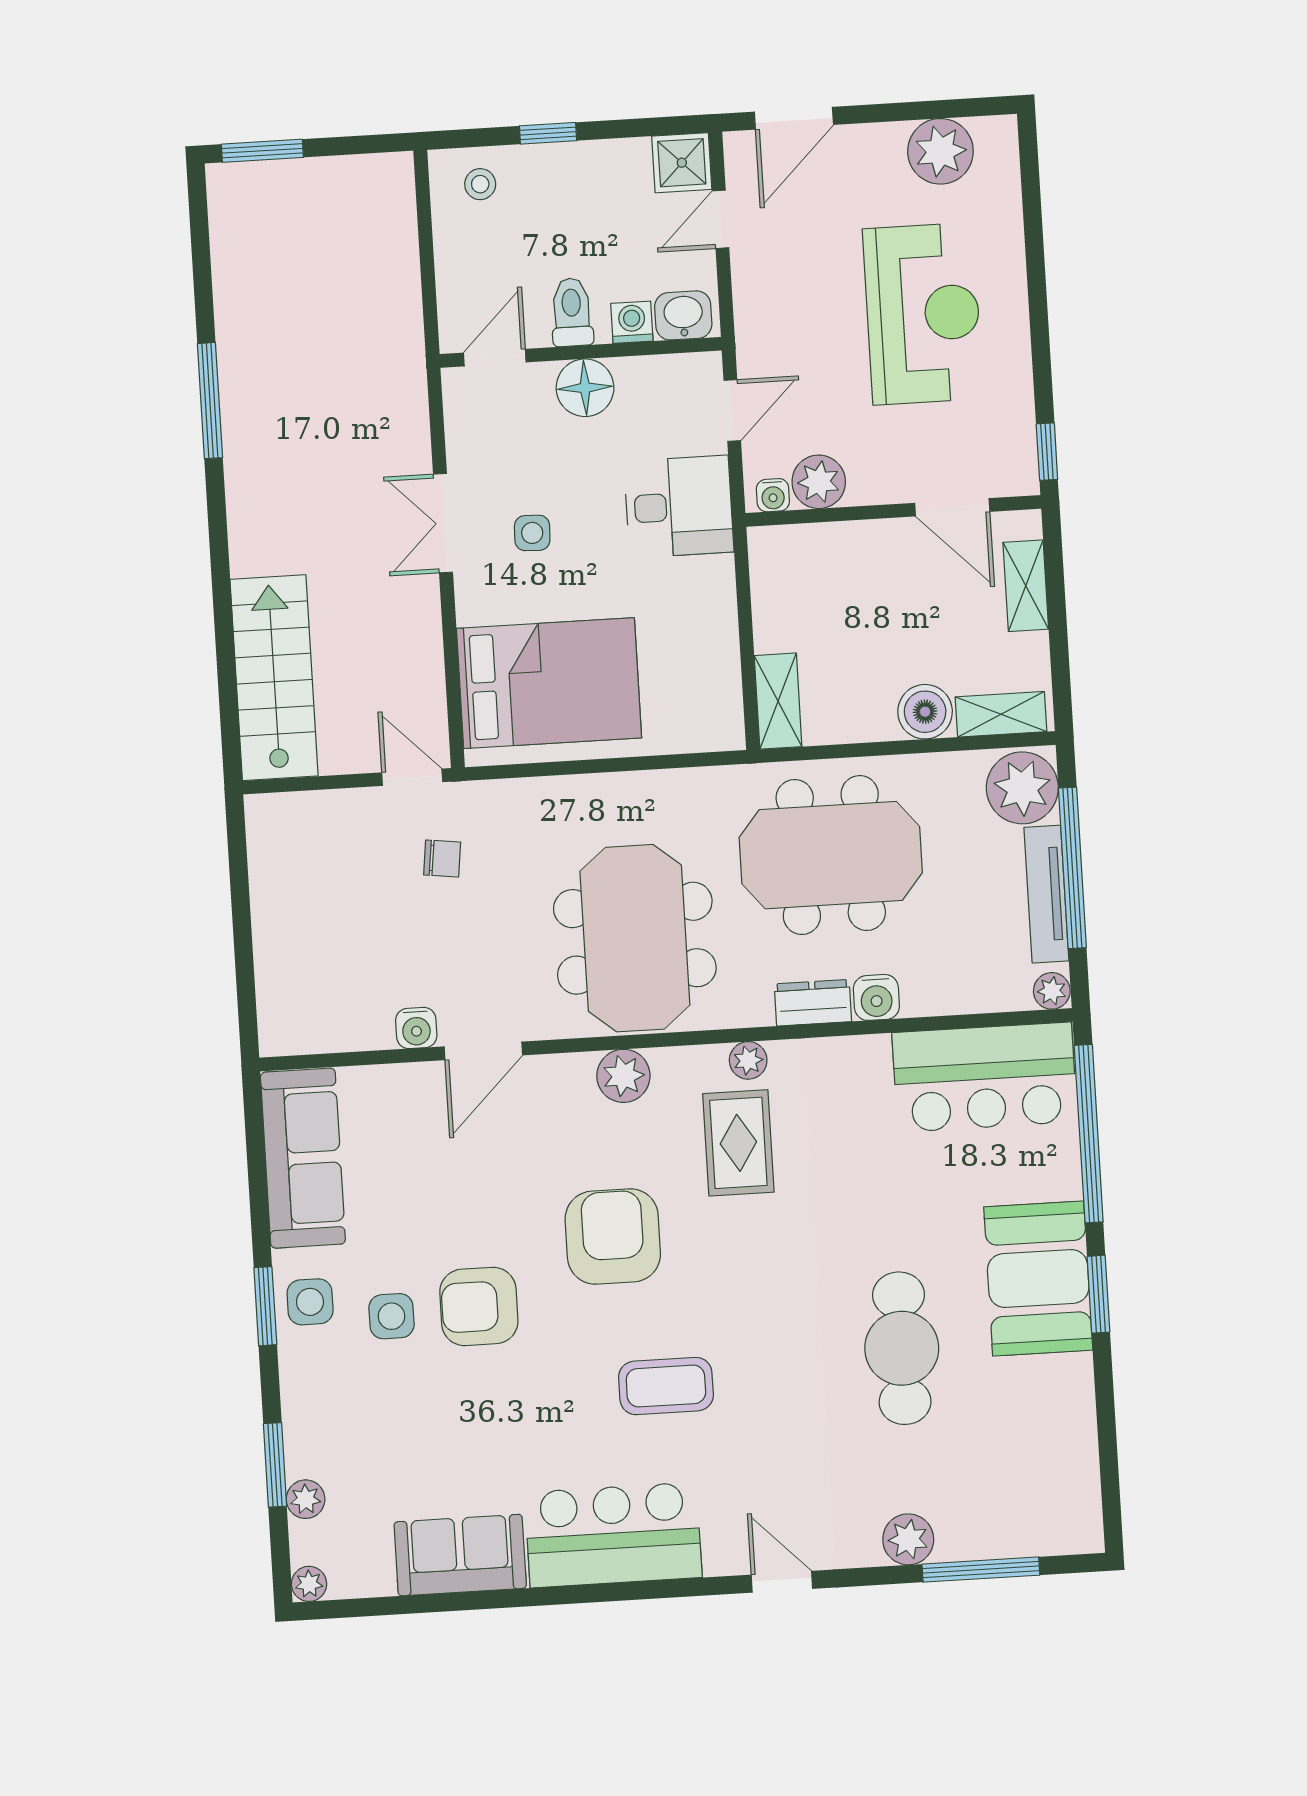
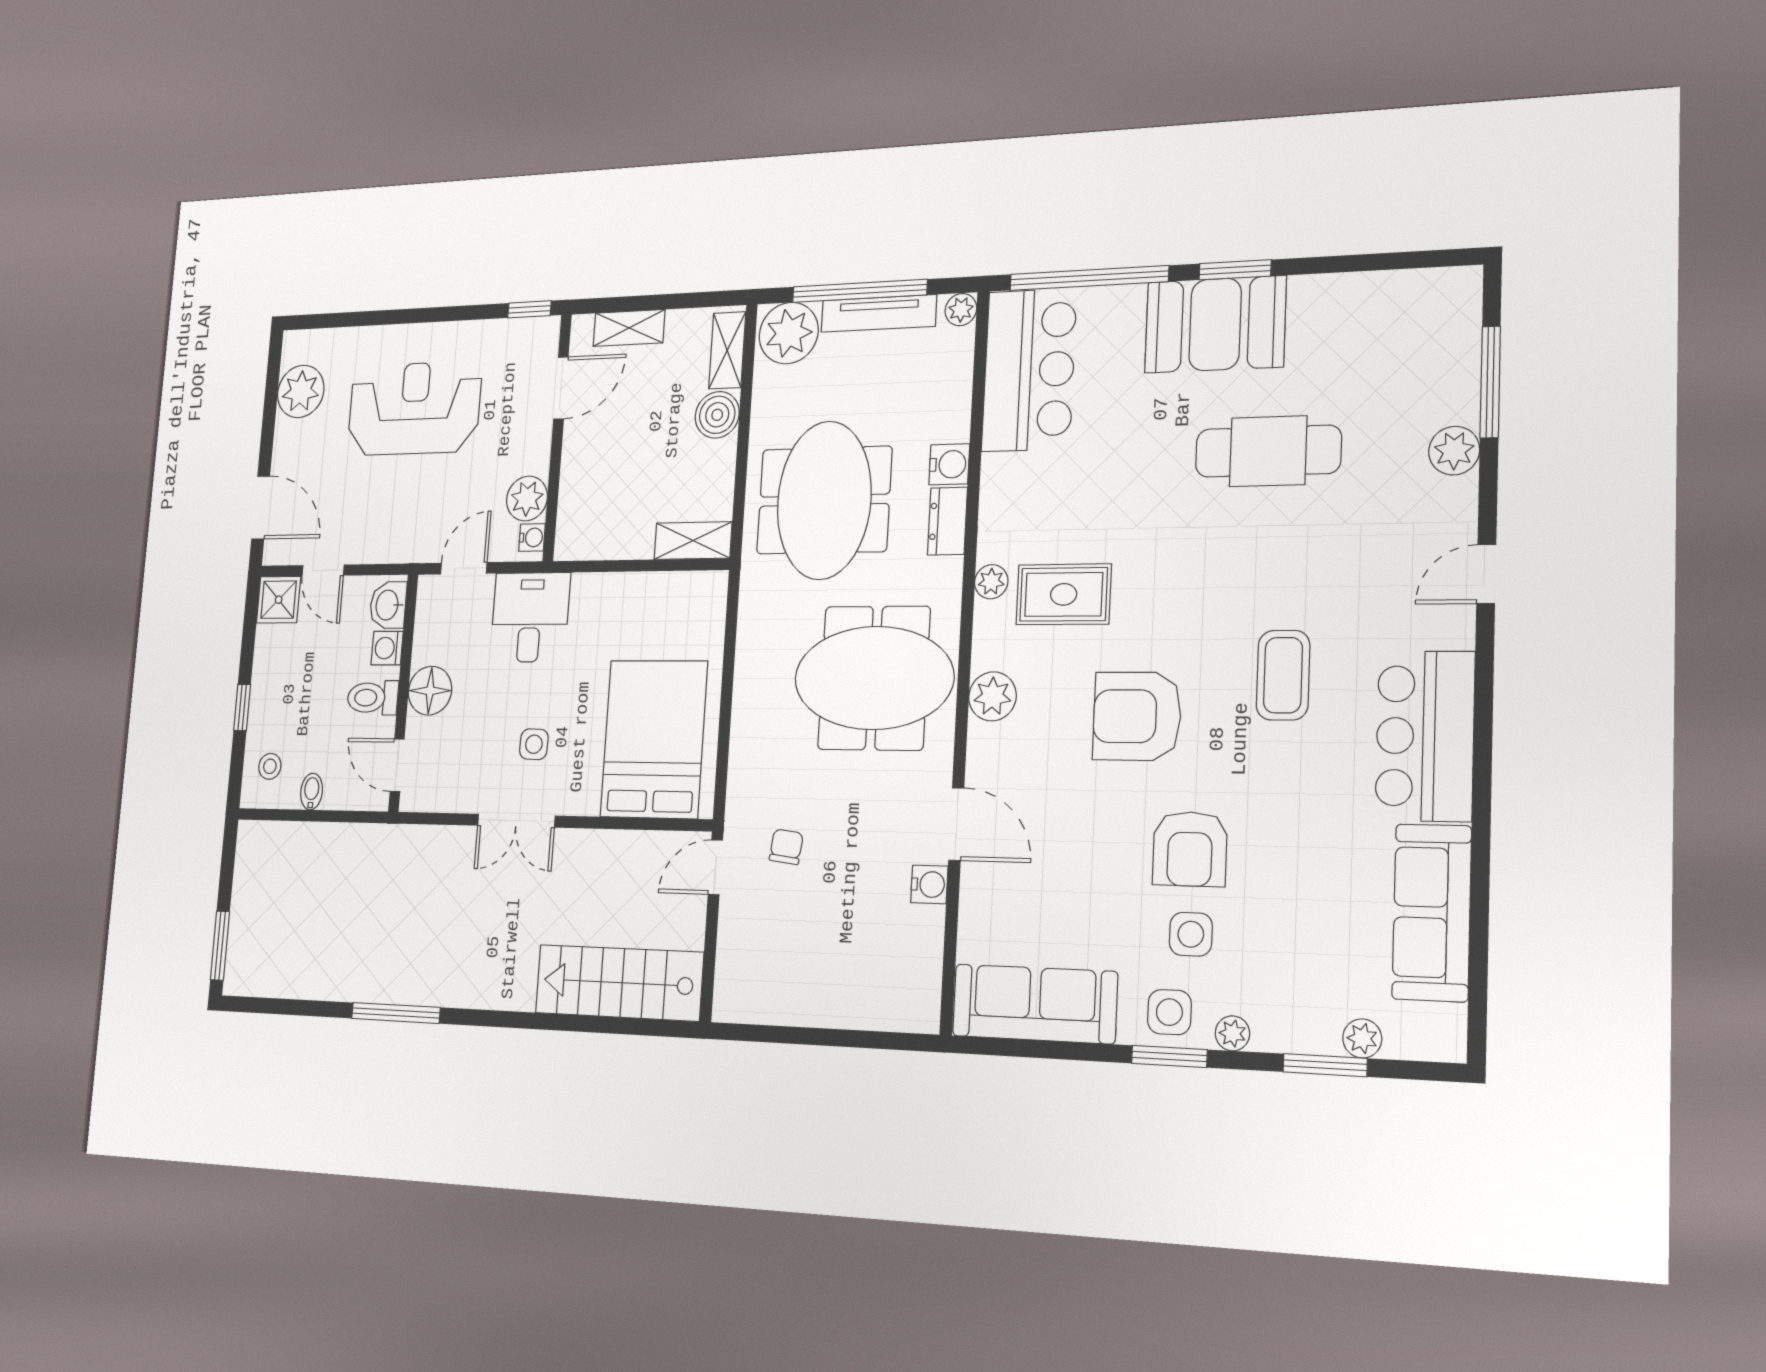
bidet: (455, 247) -> (312, 792), added
door: (732, 411) -> (464, 568), hinge flipped
sofa: (460, 1555) -> (1432, 912), width x1.36
plant: (309, 1584) -> (1232, 1033), moved

